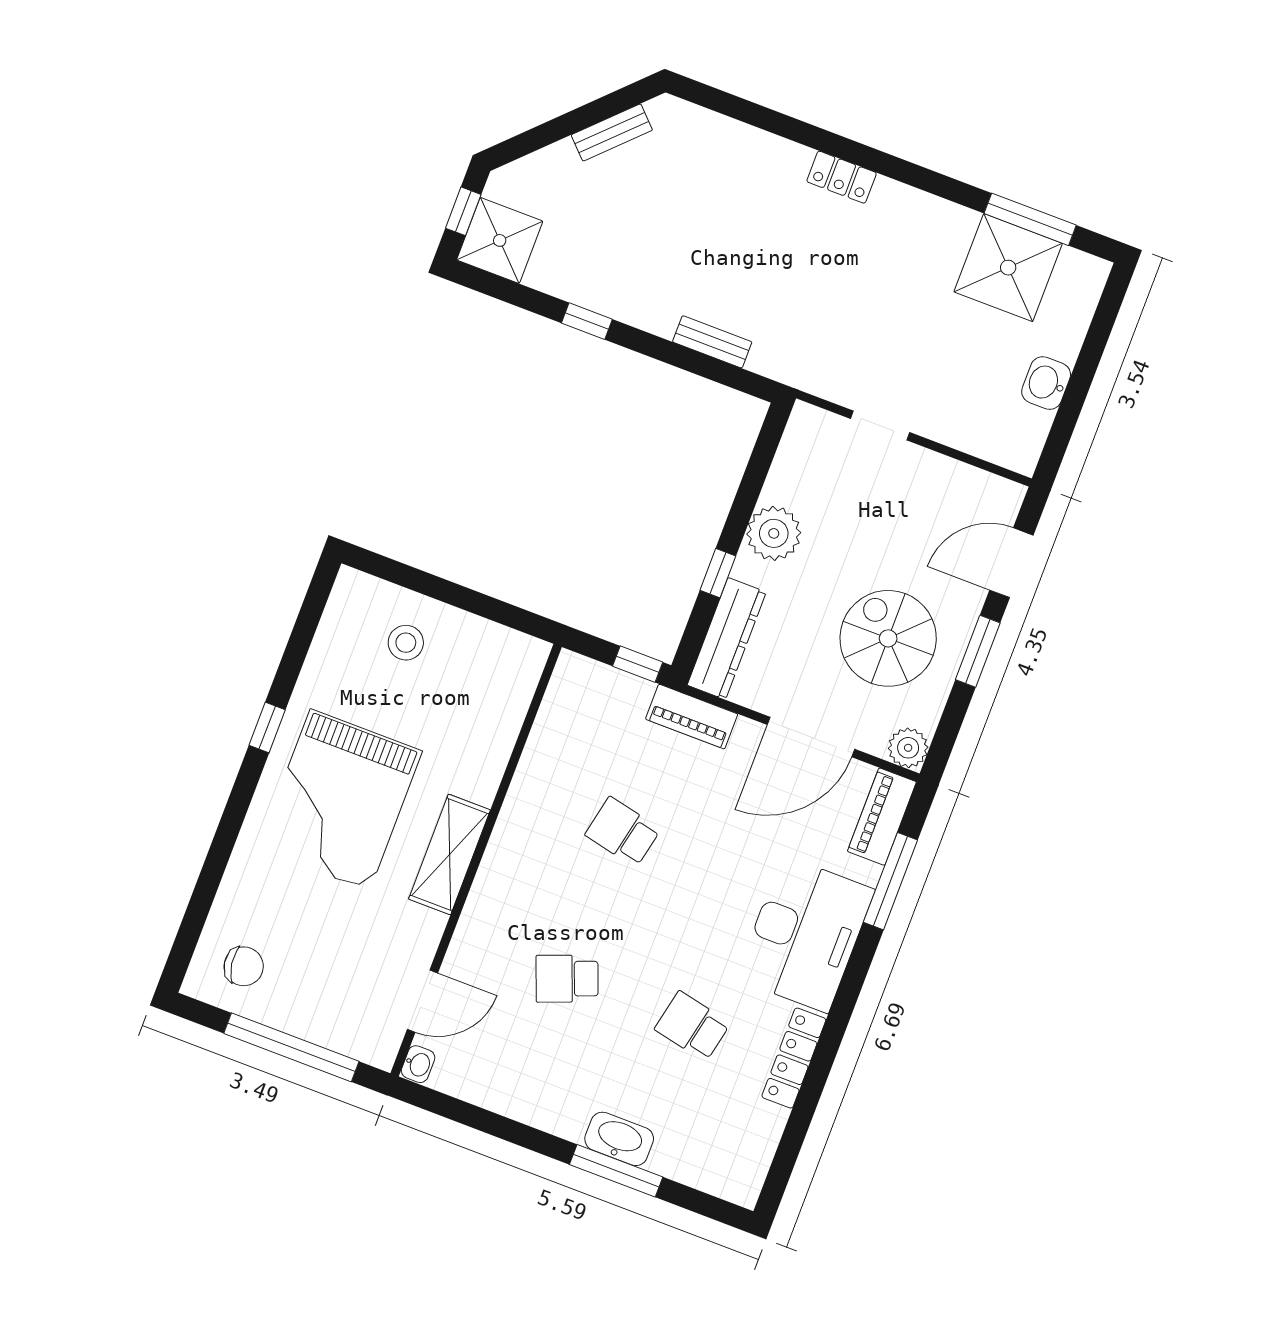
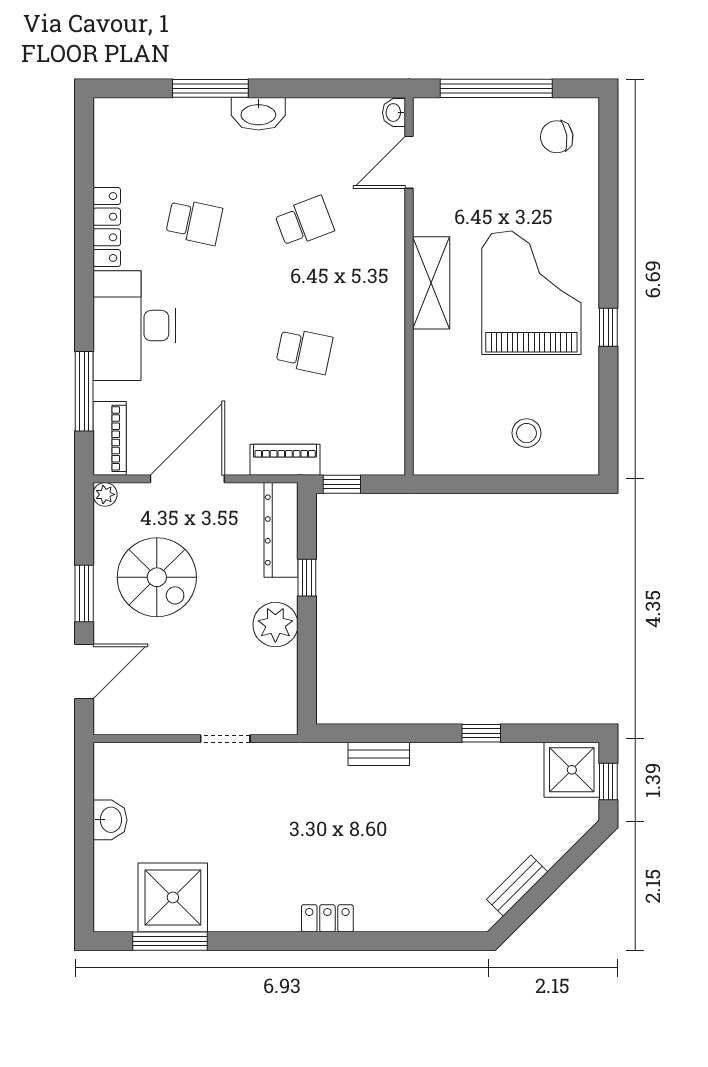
plant: (908, 748) -> (105, 494), width x0.73, depth x0.73
washbasin: (619, 1139) -> (258, 114), moved

